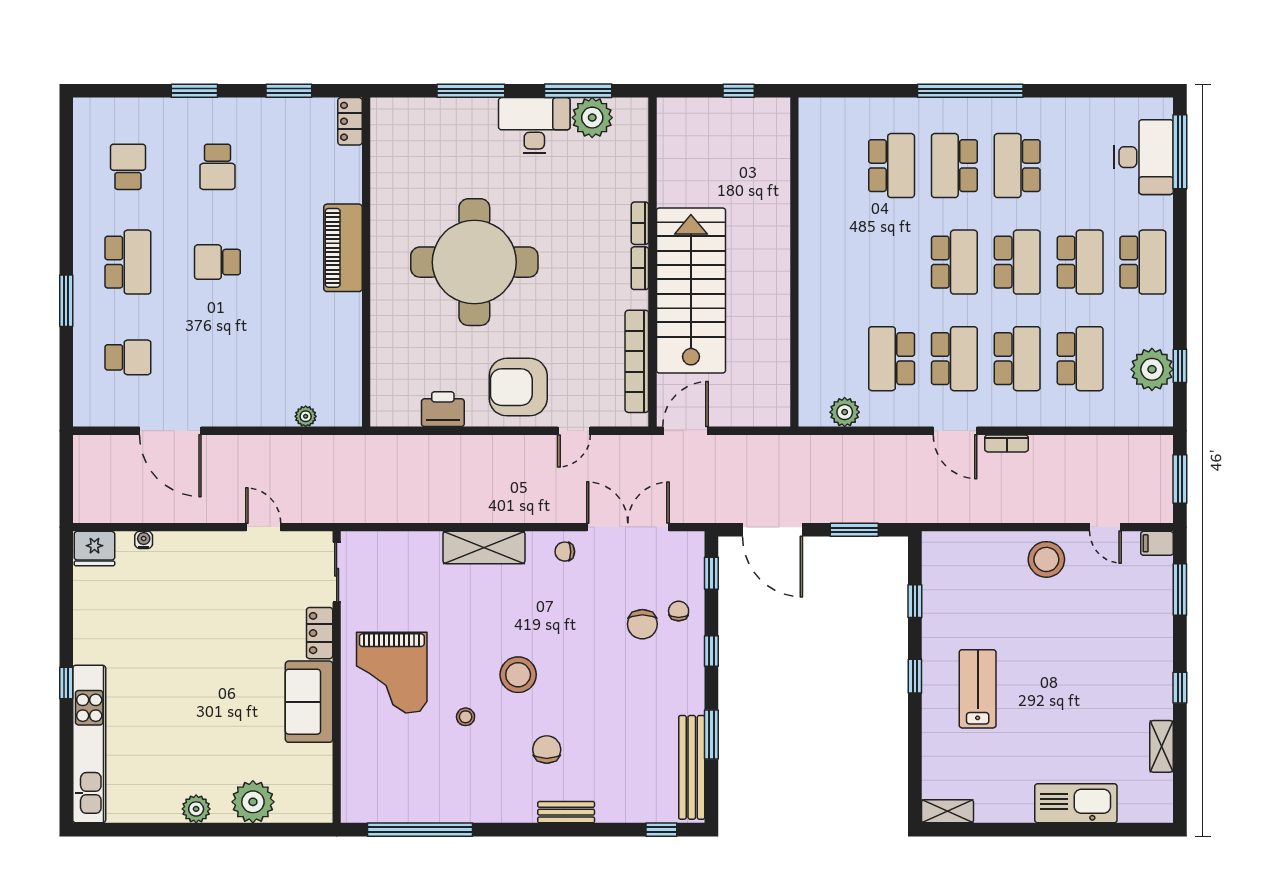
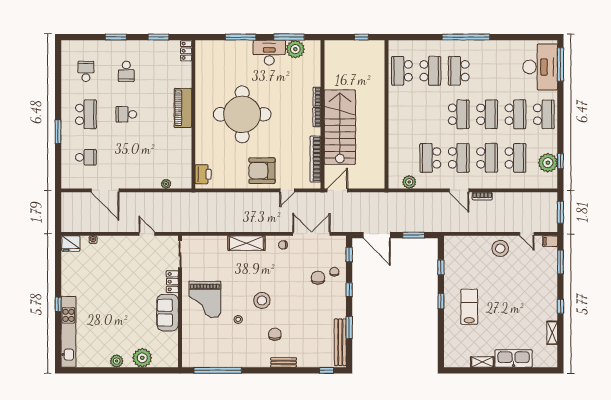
desk: (1144, 157) -> (540, 67), width x1.36, depth x1.30
school desk: (1017, 166) -> (402, 71), moved
printer: (443, 409) -> (203, 174), moved, turned 90
chair: (642, 624) -> (318, 278), turned 180
shelving: (947, 811) -> (482, 362), moved

